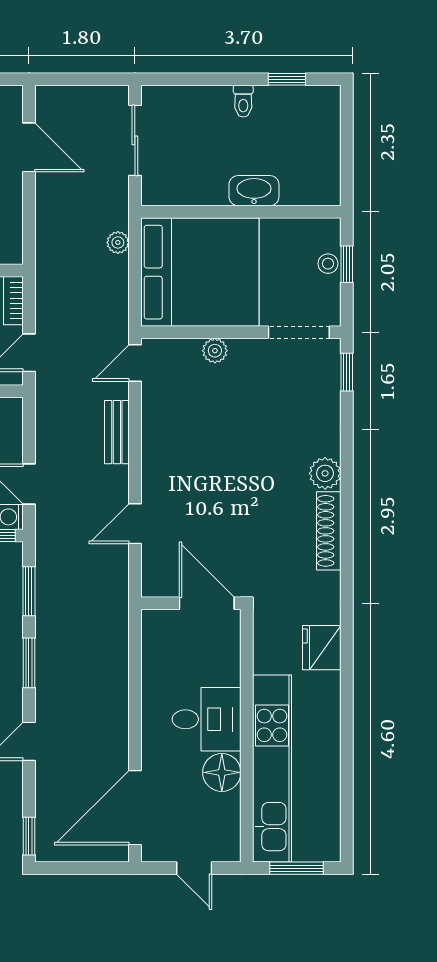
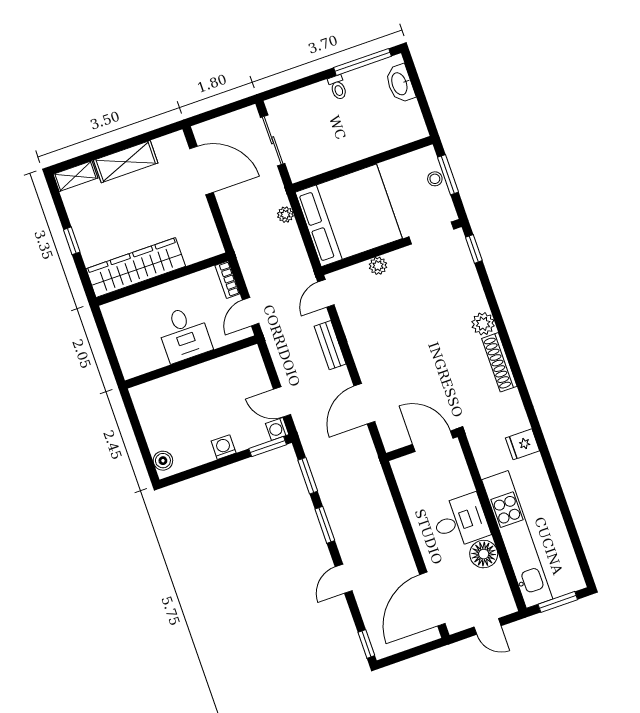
window: (287, 79) -> (362, 62), width x2.17
door: (29, 147) -> (201, 171), width x1.36
washbasin: (254, 191) -> (400, 84), moved, turned -90
window: (347, 264) -> (448, 175), width x1.50
door: (135, 524) -> (364, 404), width x1.38
fridge: (322, 648) -> (522, 444), width x0.72

